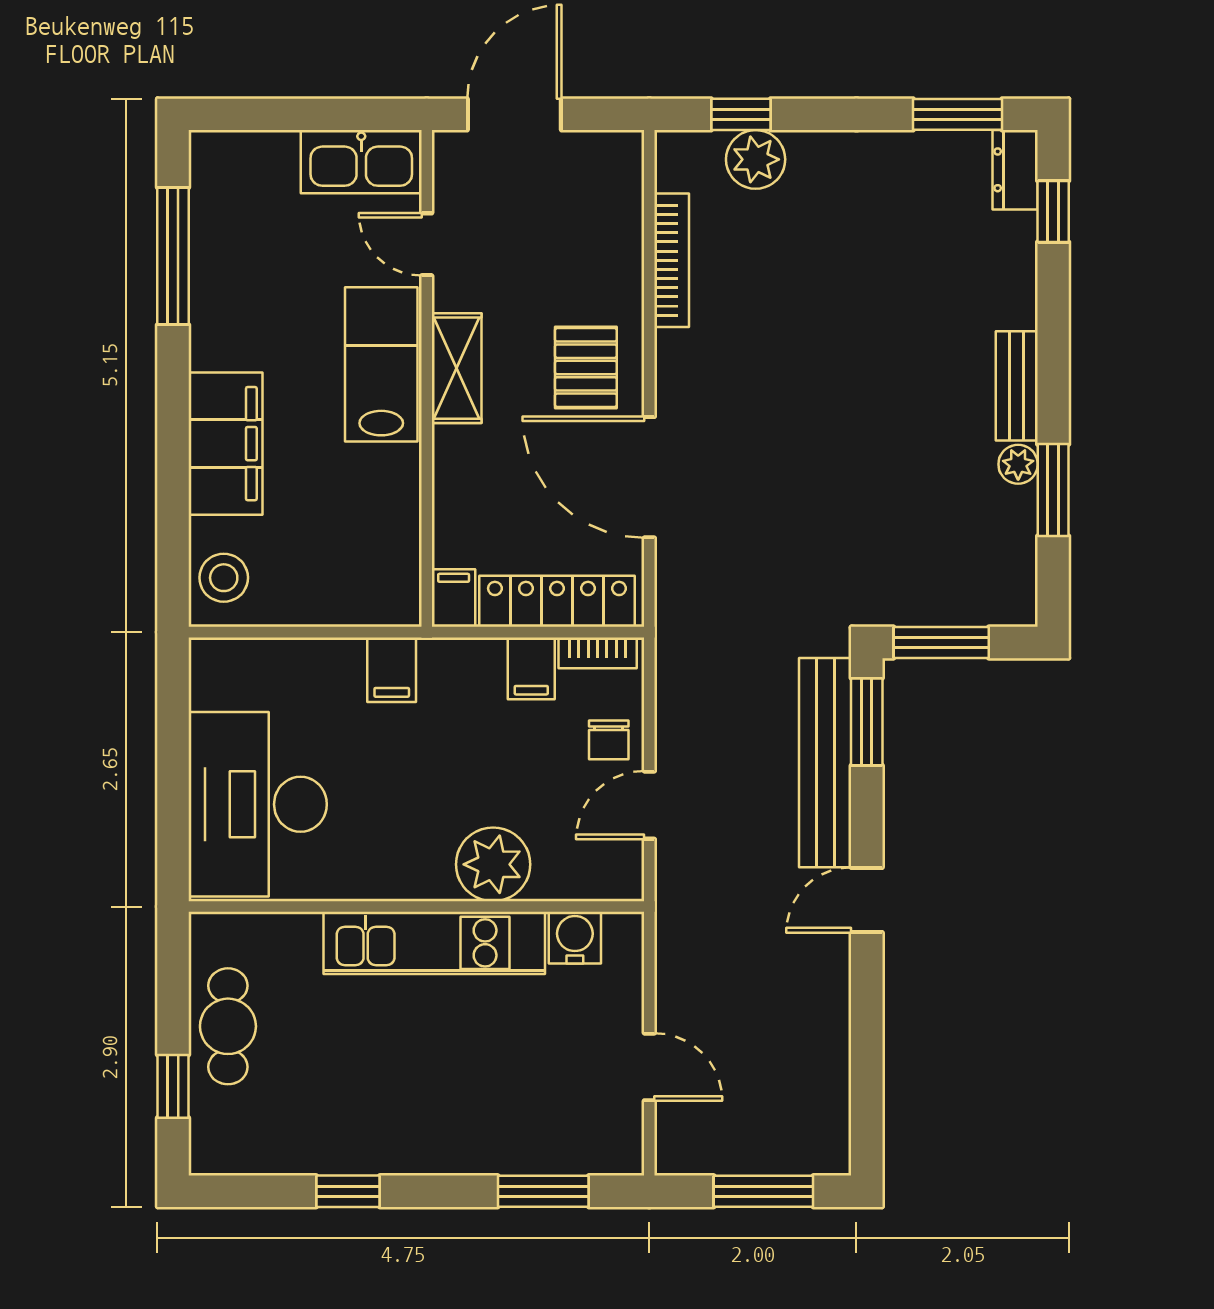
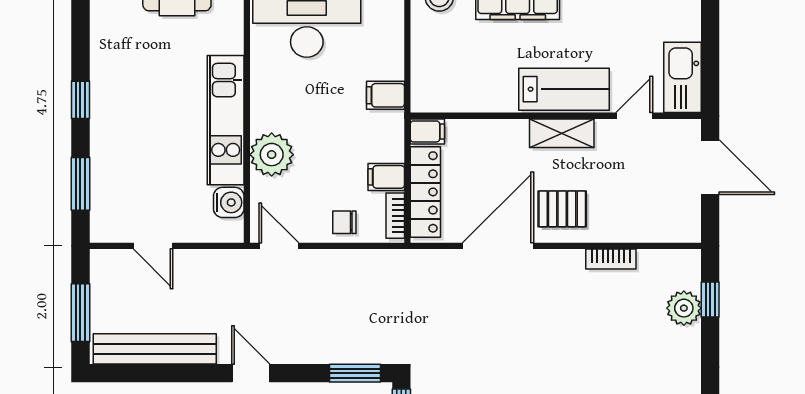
bookcase: (672, 260) -> (611, 259), width x0.64
bench: (825, 763) -> (155, 349), moved
door: (649, 805) -> (279, 246), moved
door: (649, 1067) -> (153, 246), hinge flipped
window: (348, 1191) -> (80, 100), moved

